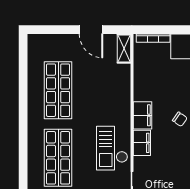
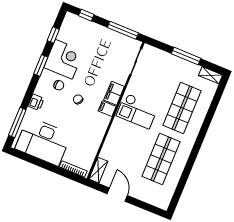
filing cabinet: (143, 115) -> (107, 109), width x0.50
checkout: (112, 148) -> (137, 111), moved, turned 90

